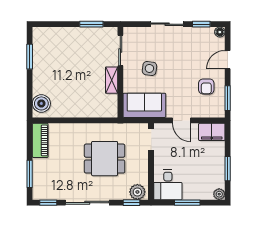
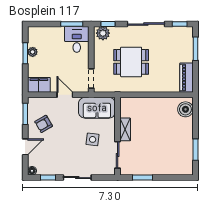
armchair: (206, 87) -> (44, 124), turned -120
plant: (219, 194) -> (33, 52), moved
window: (187, 203) -> (72, 24), moved

